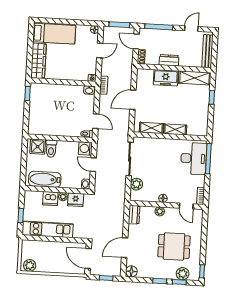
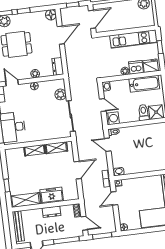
door: (100, 50) -> (114, 198), moved
fridge: (76, 200) -> (151, 66), moved
door: (88, 259) -> (92, 19), hinge flipped

